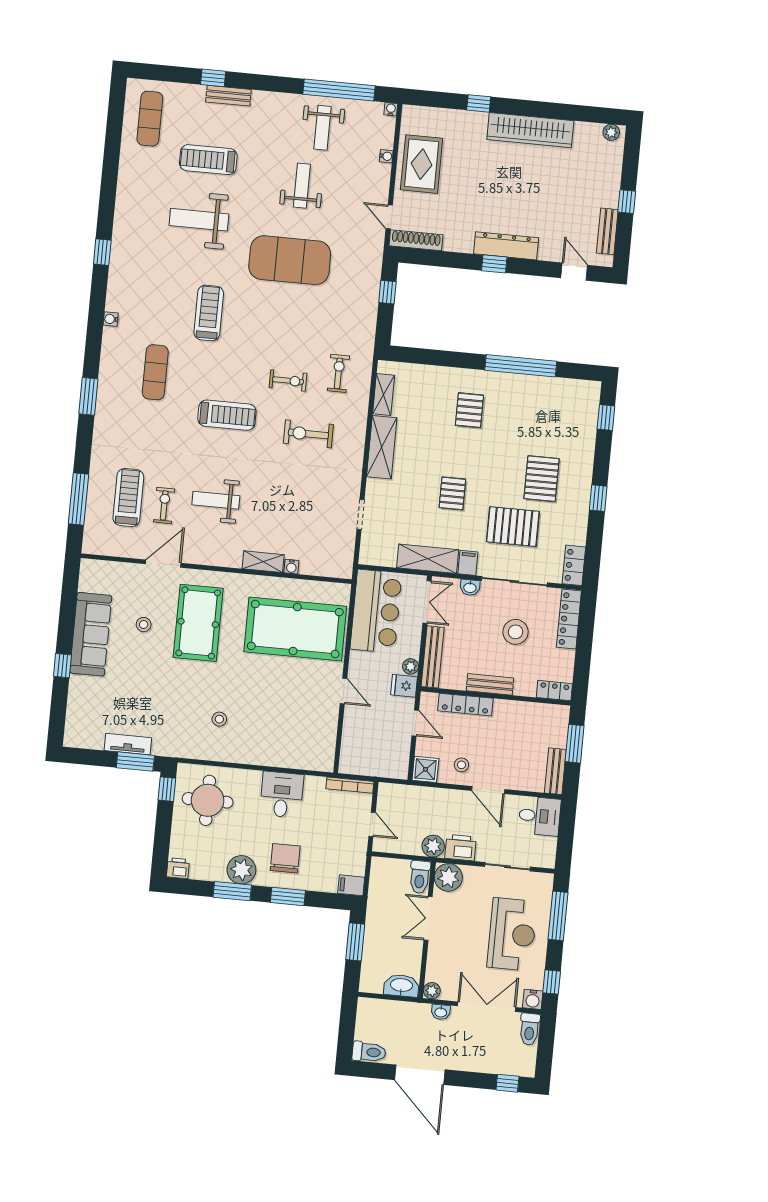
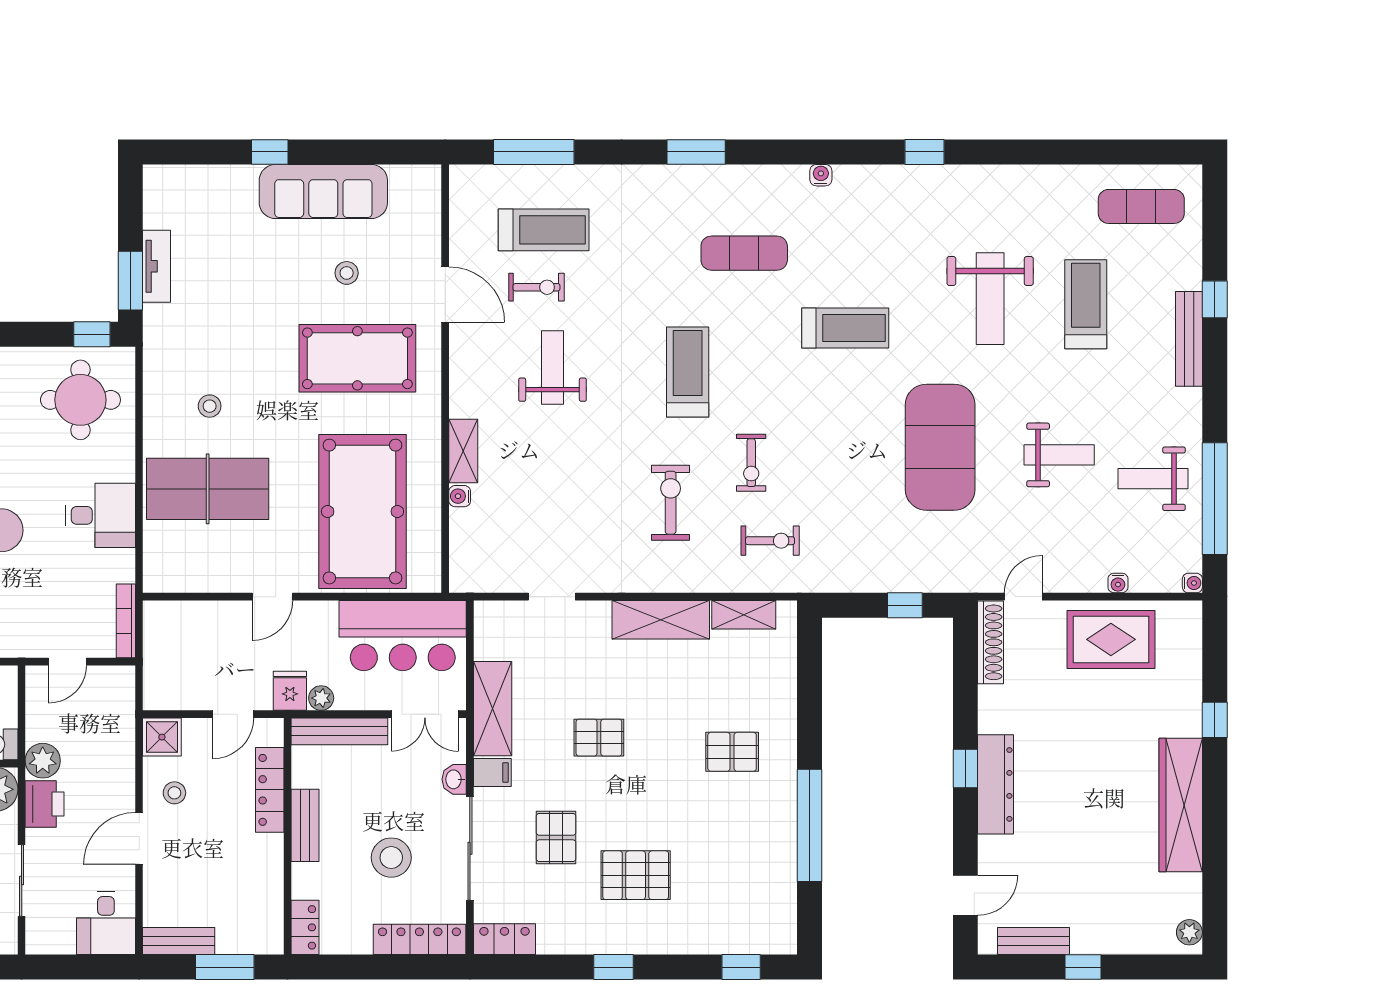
bench: (228, 96) -> (1189, 339), width x1.36
weight bench: (199, 220) -> (990, 299), turned 180
treadmill: (227, 415) -> (688, 372), turned 180
pallet: (513, 527) -> (556, 838), width x0.67, depth x0.71
table tennis table: (272, 725) -> (208, 489), added

